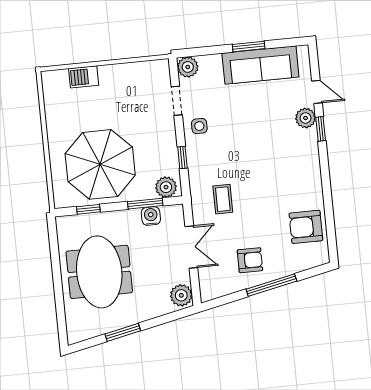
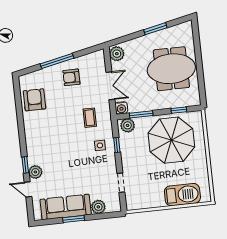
plant: (188, 67) -> (98, 207), moved
barbecue: (84, 77) -> (182, 195), width x1.88, depth x1.53
side table: (199, 126) -> (100, 145), moved
water cooler: (151, 216) -> (121, 108), moved
armchair: (306, 227) -> (34, 100), turned -90
double door: (191, 247) -> (110, 86), swing flipped
meeting table: (99, 272) -> (171, 69), turned 90

